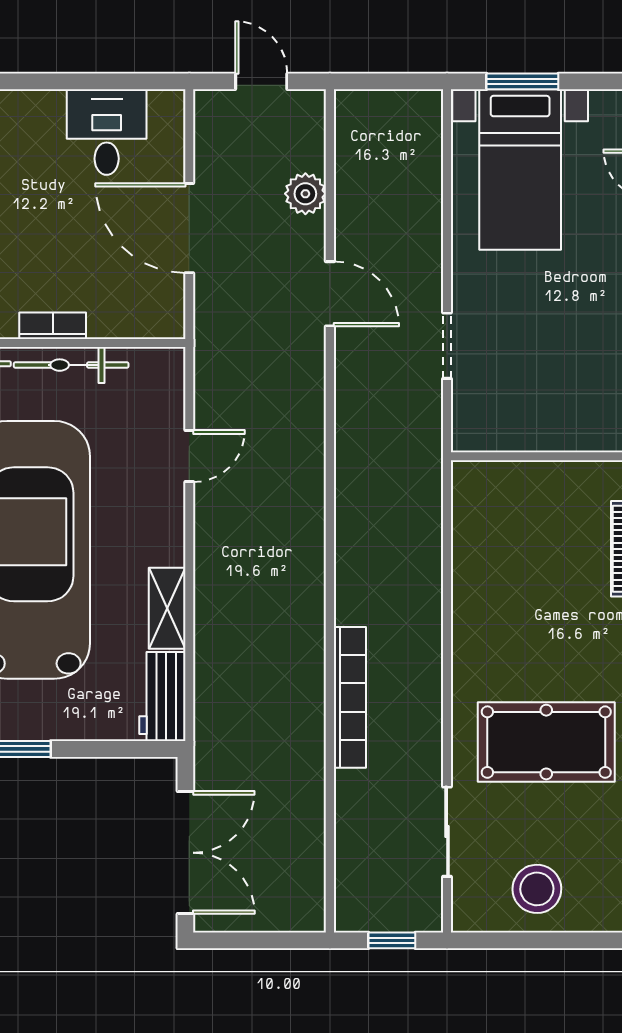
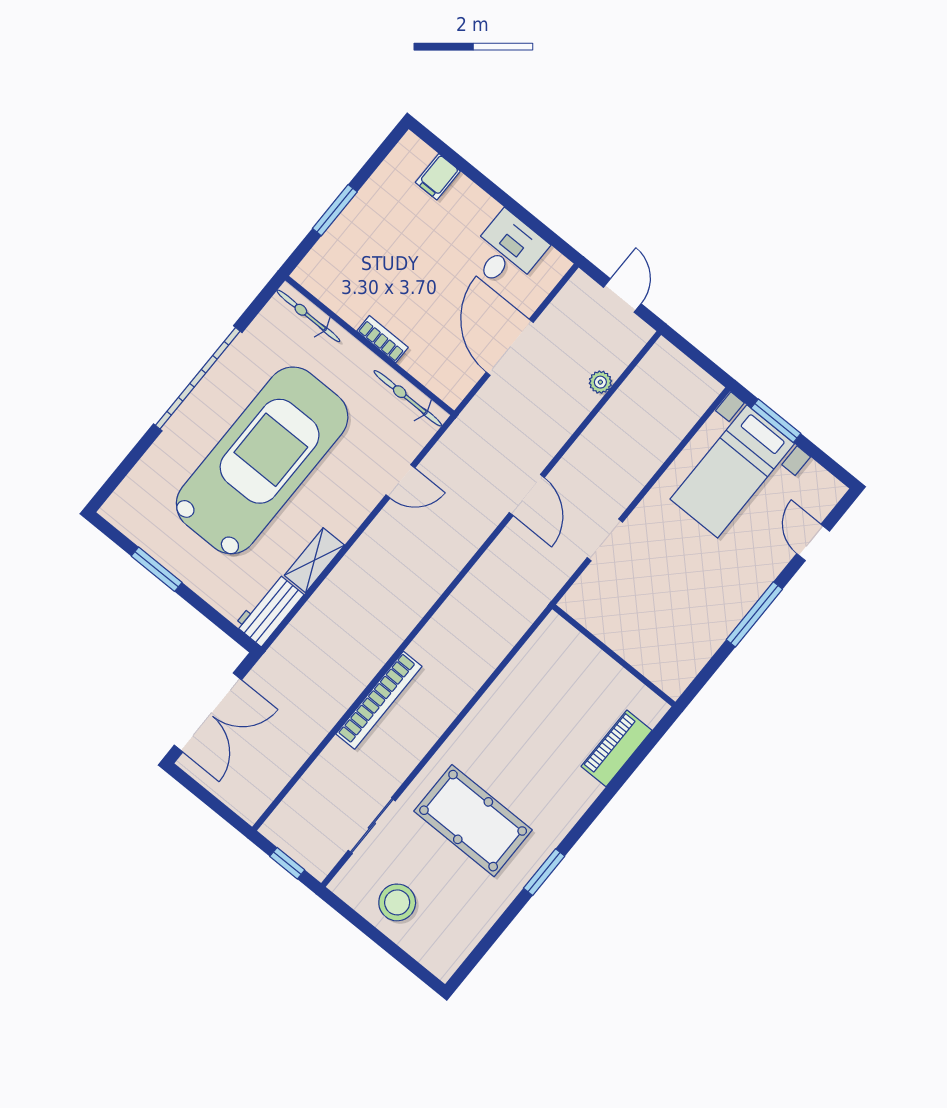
plant: (305, 194) -> (600, 382), width x0.73, depth x0.73
door: (330, 294) -> (527, 495), moved
bicycle: (71, 365) -> (408, 398), moved

